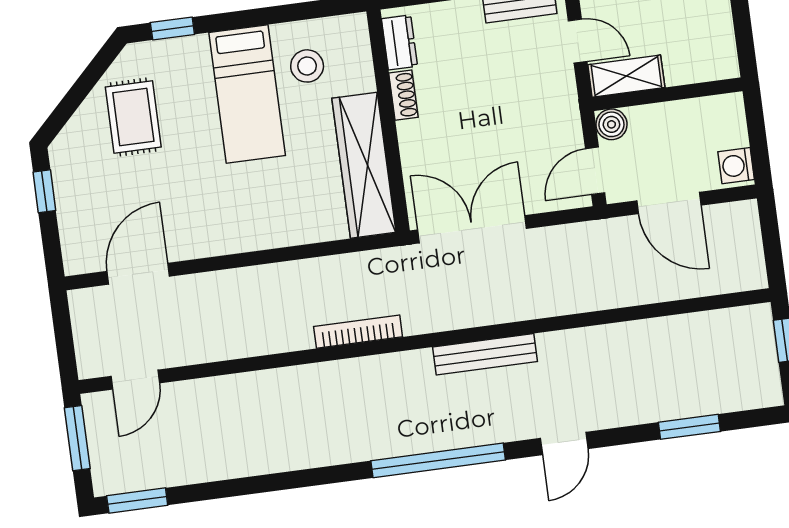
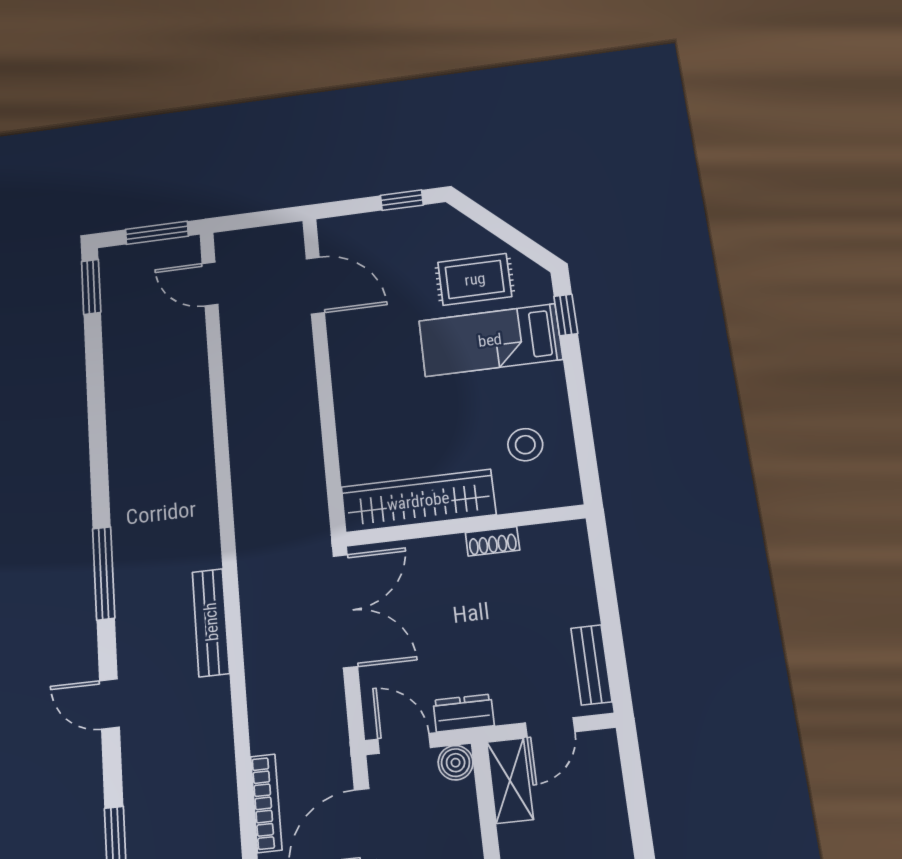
dresser: (399, 42) -> (464, 713), moved, turned 180
bed: (247, 94) -> (490, 340), moved
bookcase: (358, 332) -> (266, 803), moved
window: (438, 460) -> (104, 573), width x0.68

